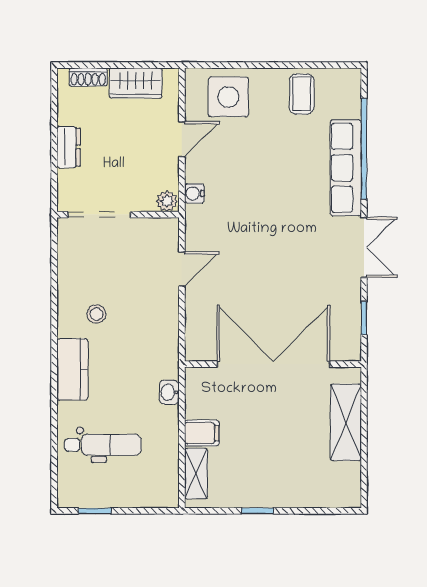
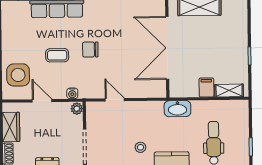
coffee table: (302, 94) -> (57, 55), moved
chair: (272, 226) -> (90, 50), added
washbasin: (169, 392) -> (177, 109), width x1.91, depth x1.45

